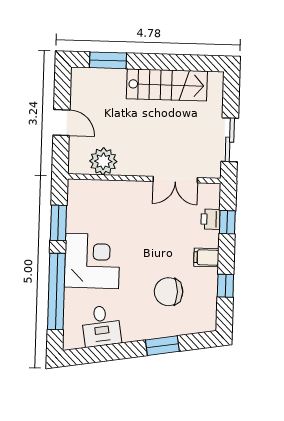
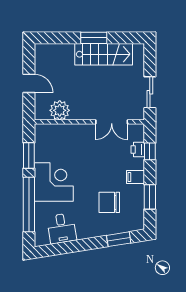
window: (108, 60) -> (94, 38), moved
window: (225, 286) -> (150, 197), width x1.50
window: (162, 346) -> (119, 239), moved

